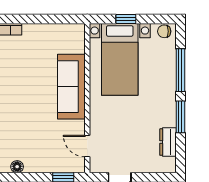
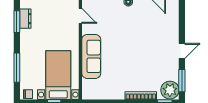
window: (180, 117) -> (17, 22), moved

